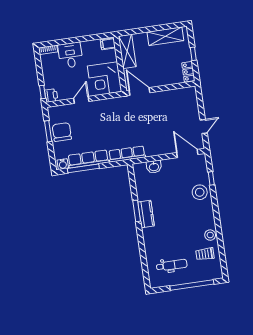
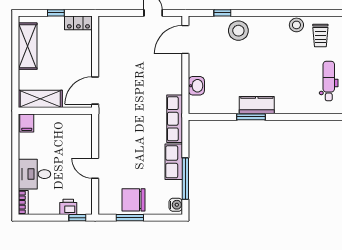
corner desk: (105, 79) -> (72, 134), removed
printer: (51, 95) -> (68, 207), moved
row of seats: (88, 159) -> (174, 162), width x0.68

